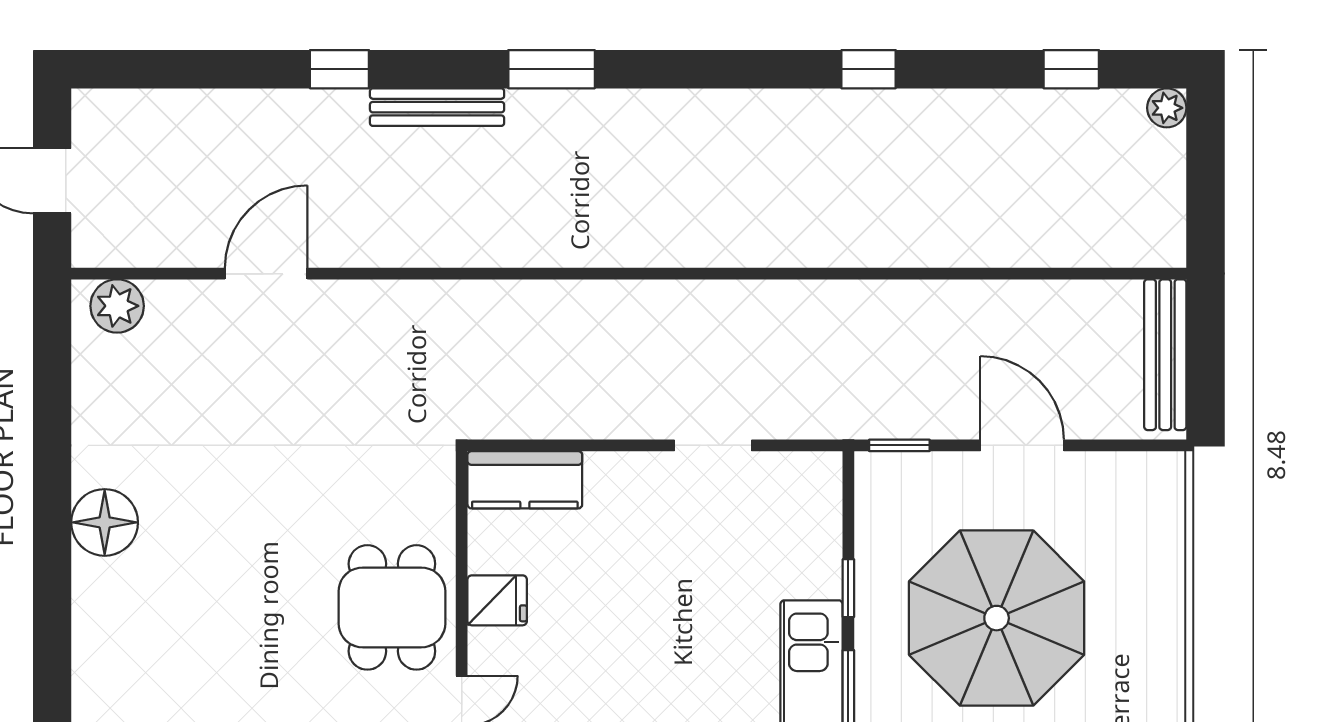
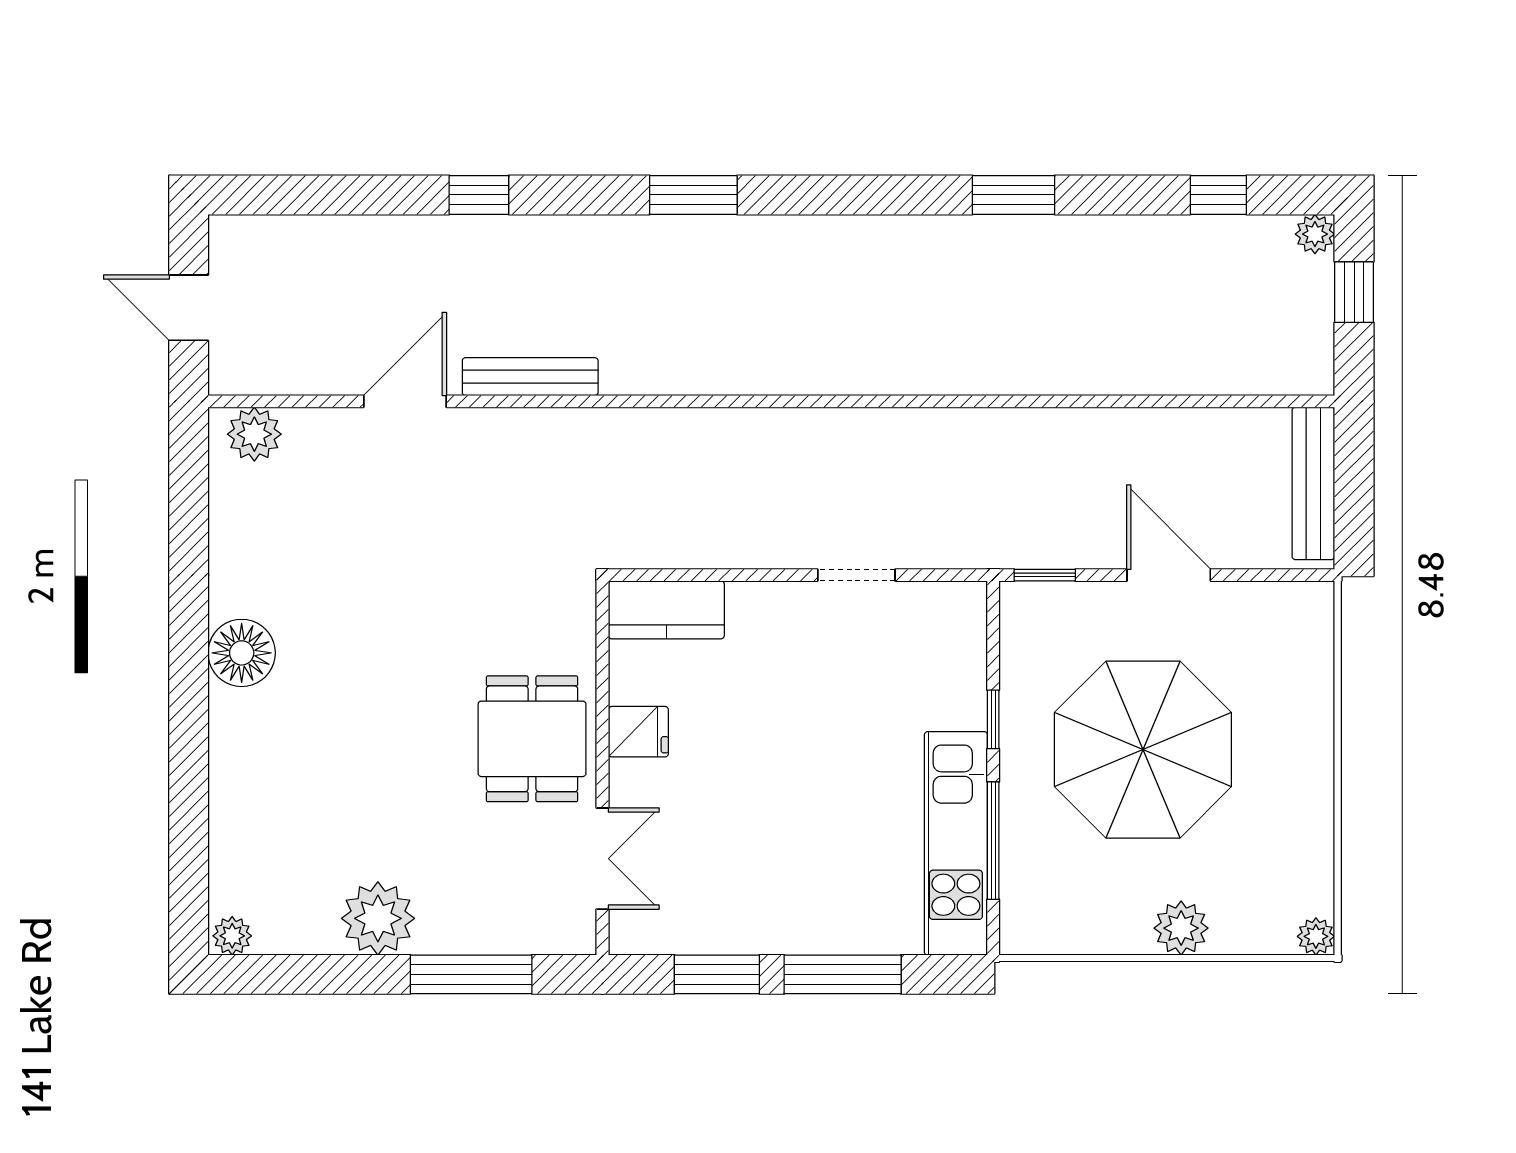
window: (869, 69) -> (1014, 195), width x1.50
bench: (437, 107) -> (530, 377), moved
window: (1205, 165) -> (1354, 292), added

